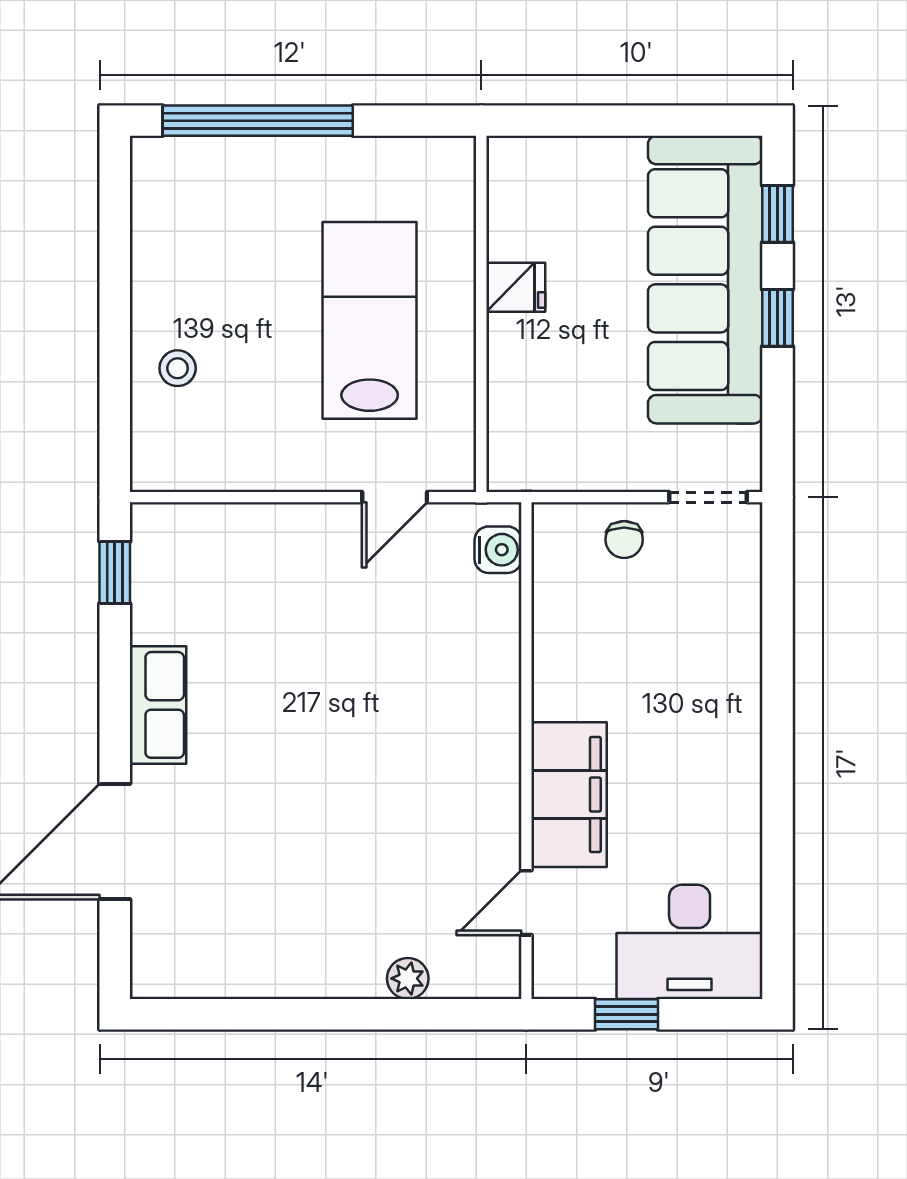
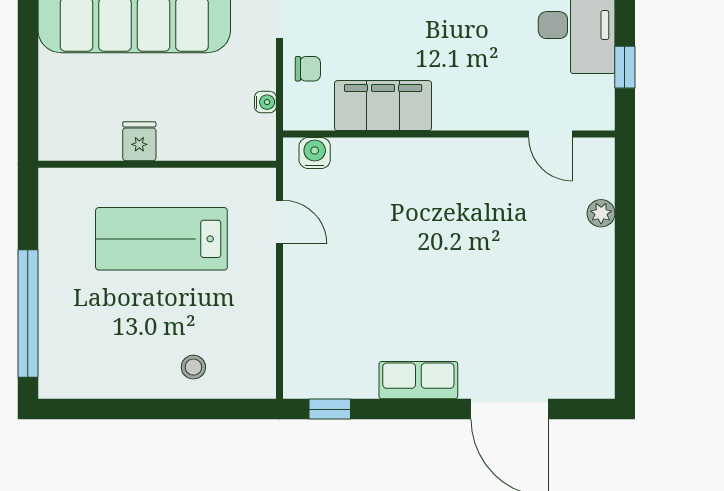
water cooler: (574, 476) -> (265, 102), added
filing cabinet: (569, 795) -> (383, 106), moved

